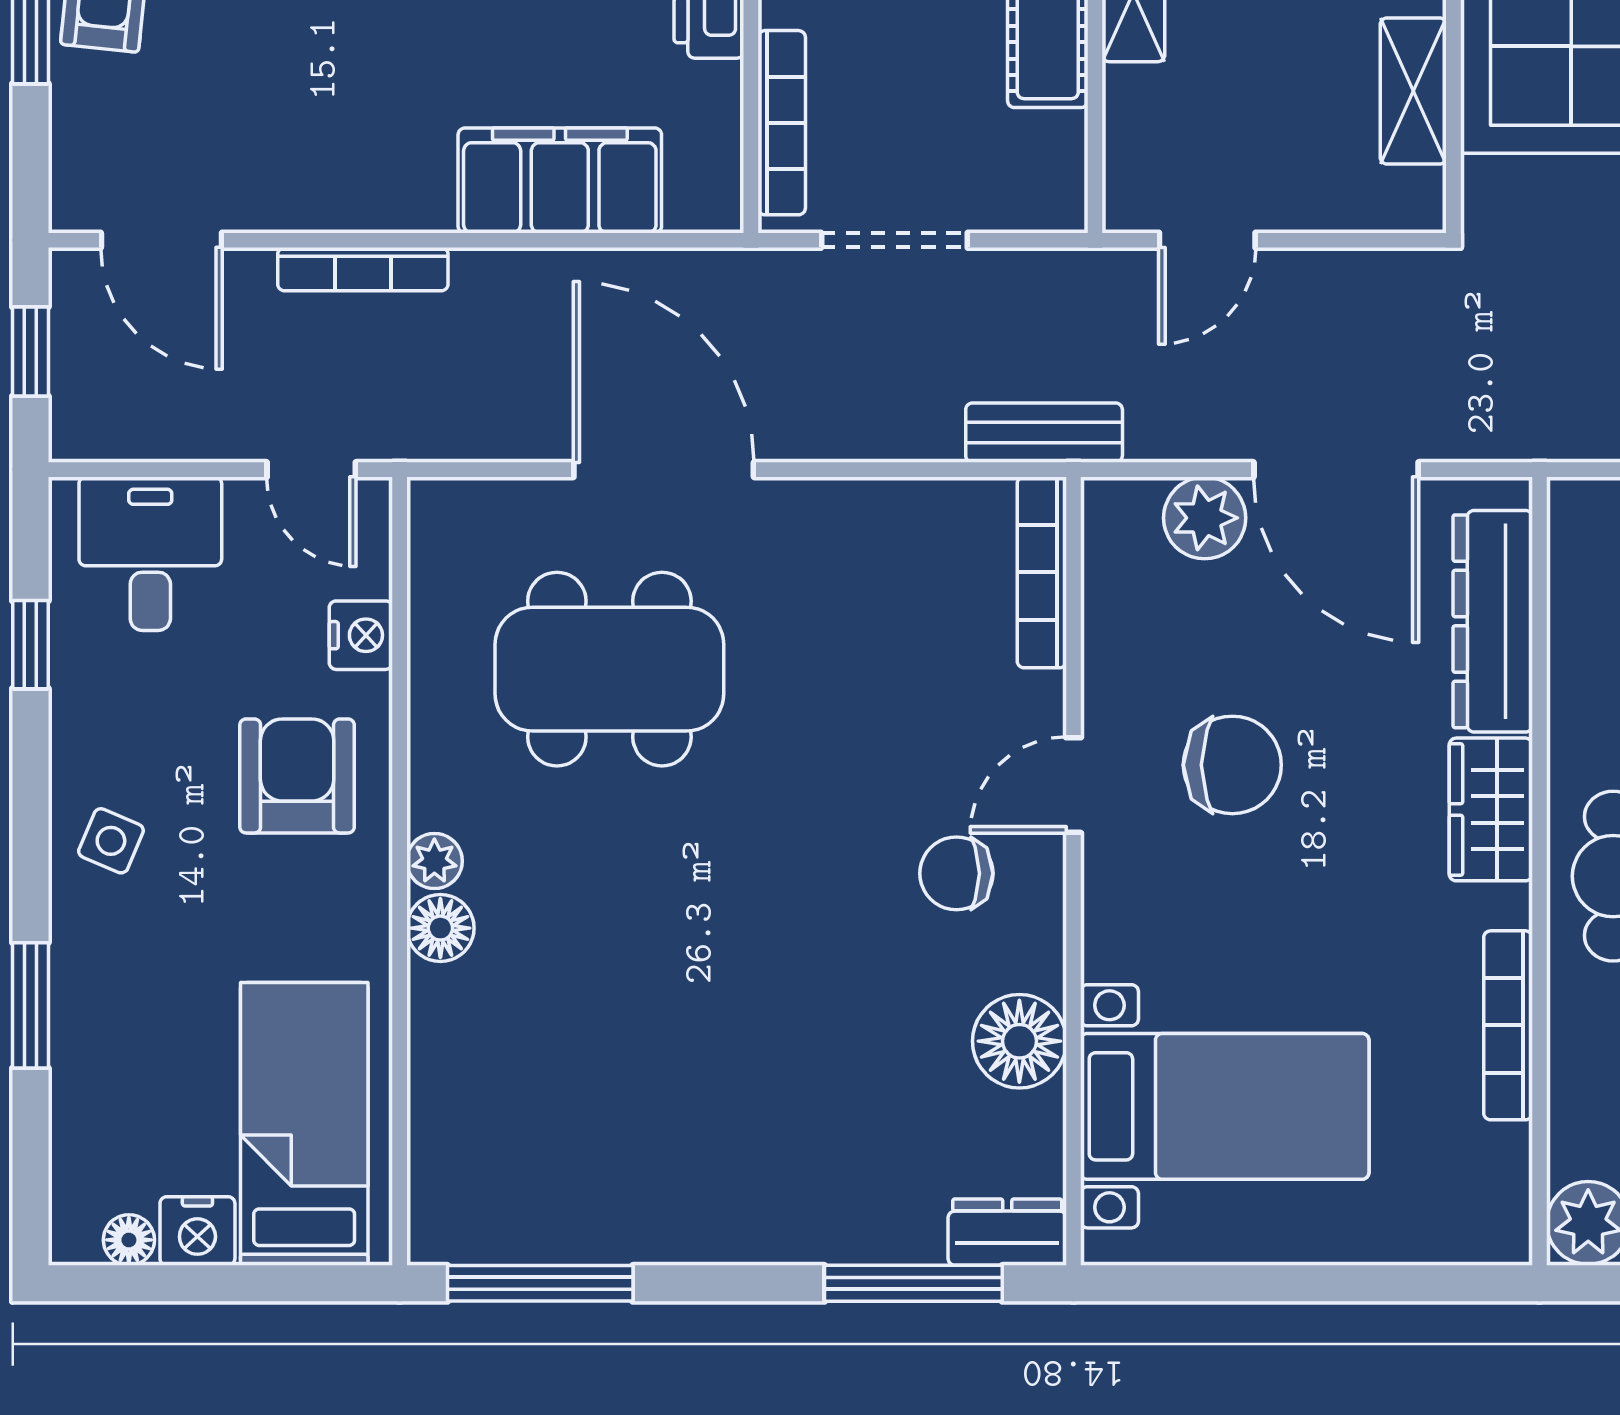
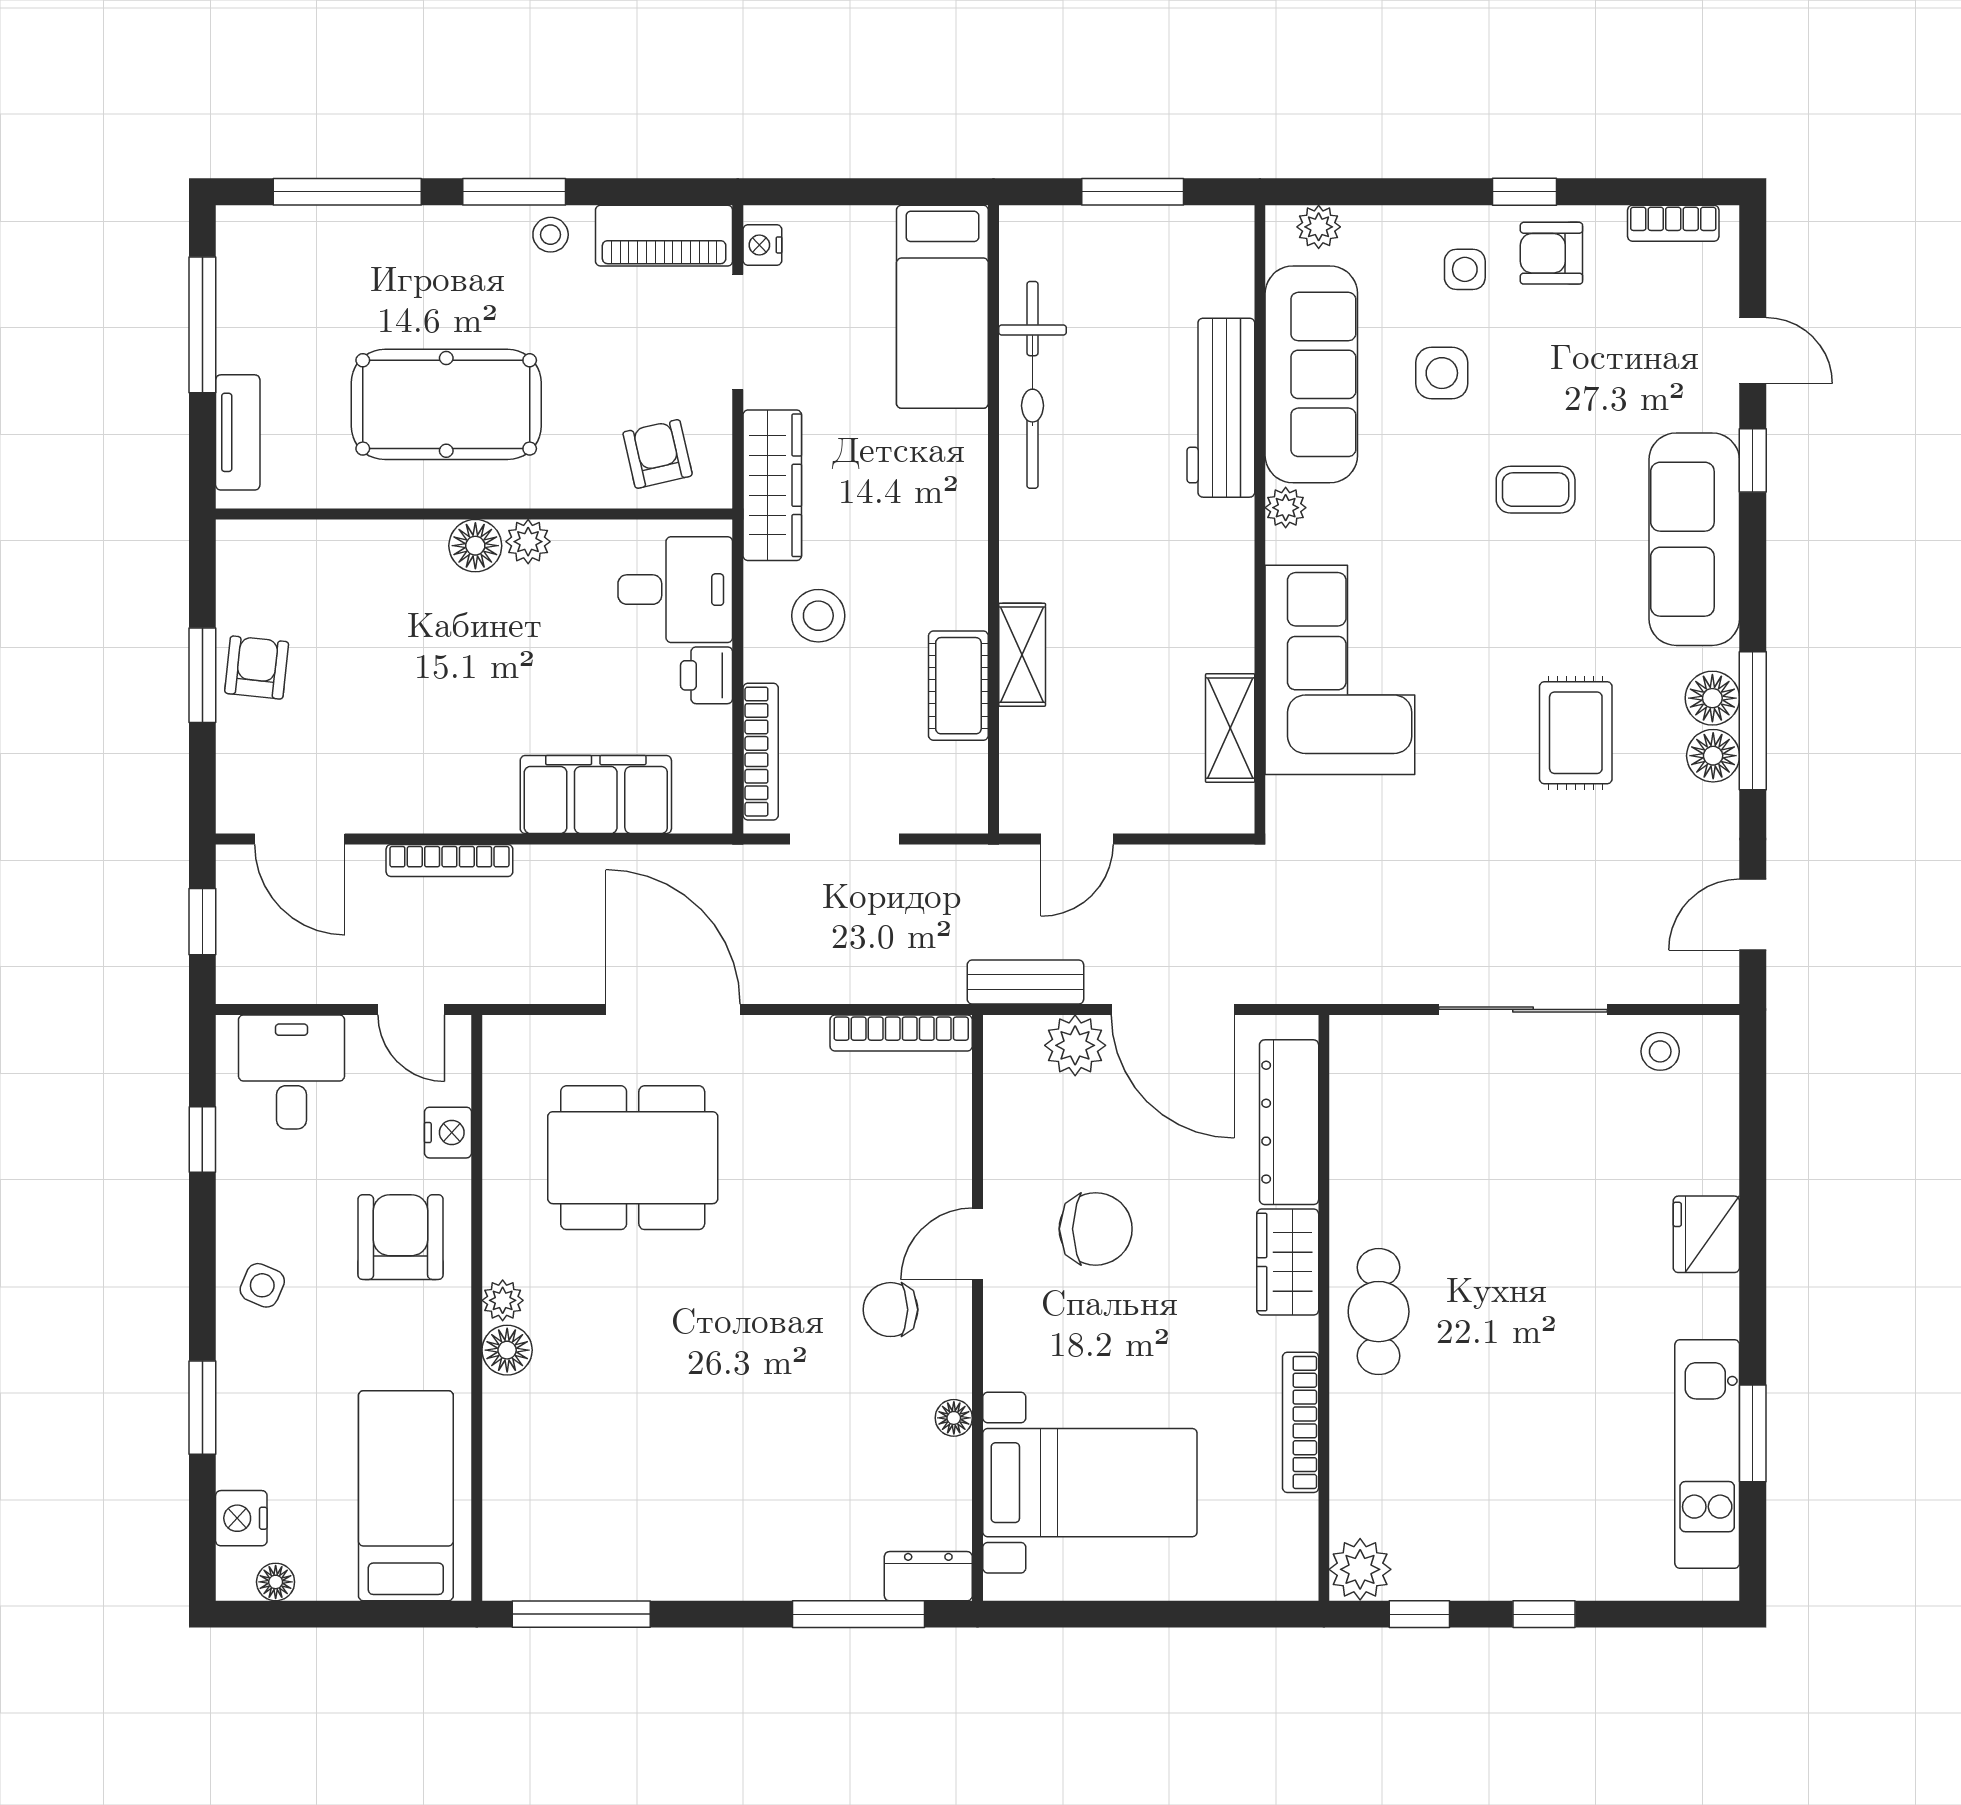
bench: (1044, 433) -> (1025, 982), moved
bookcase: (1042, 572) -> (901, 1033), moved, turned -90
floor lamp: (1019, 1041) -> (954, 1418), width x0.53, depth x0.53
nightstand: (197, 1231) -> (241, 1518), moved, turned 90

